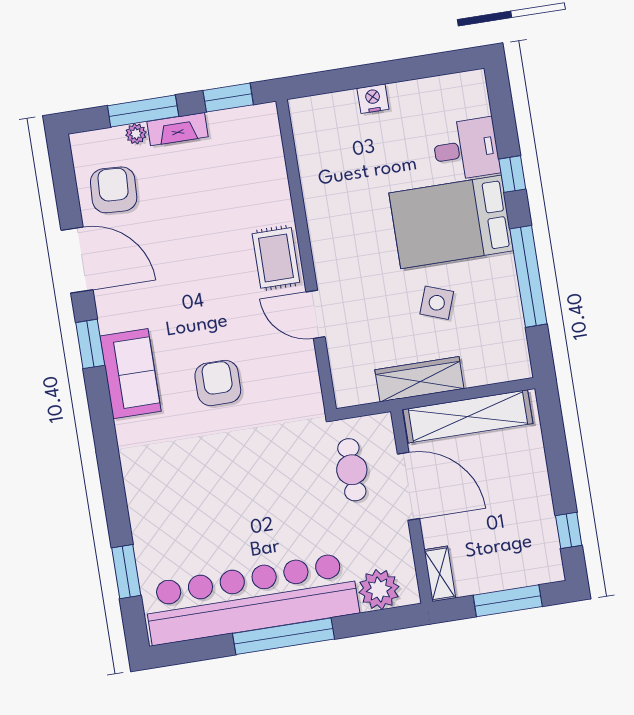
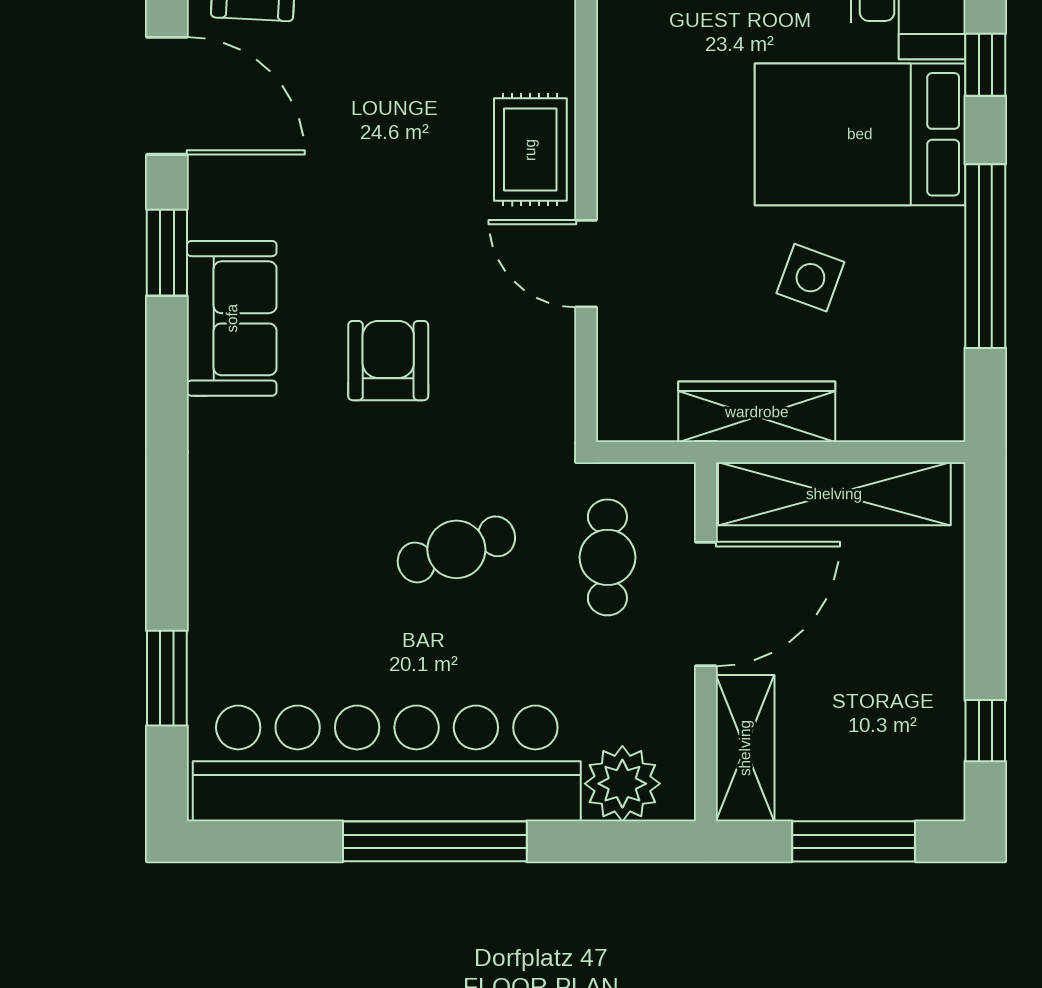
cafe table: (270, 478) -> (456, 549), added
door: (408, 486) -> (706, 604), hinge flipped
shelving: (440, 574) -> (745, 748), width x1.50, depth x1.33

